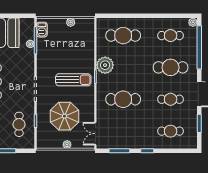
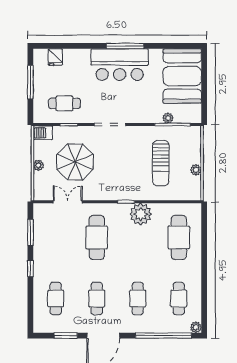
barbecue: (42, 30) -> (43, 133), moved
cafe table: (171, 67) -> (138, 298), width x0.73, depth x0.74
sun lounger: (73, 80) -> (161, 163), moved
double door: (95, 134) -> (68, 202), moved

